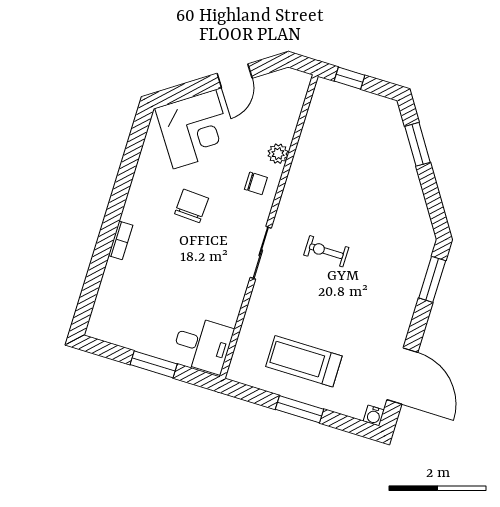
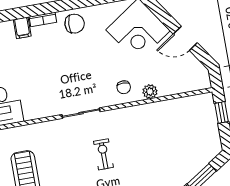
chair: (192, 206) -> (75, 24), moved
filing cabinet: (118, 271) -> (22, 28), added

